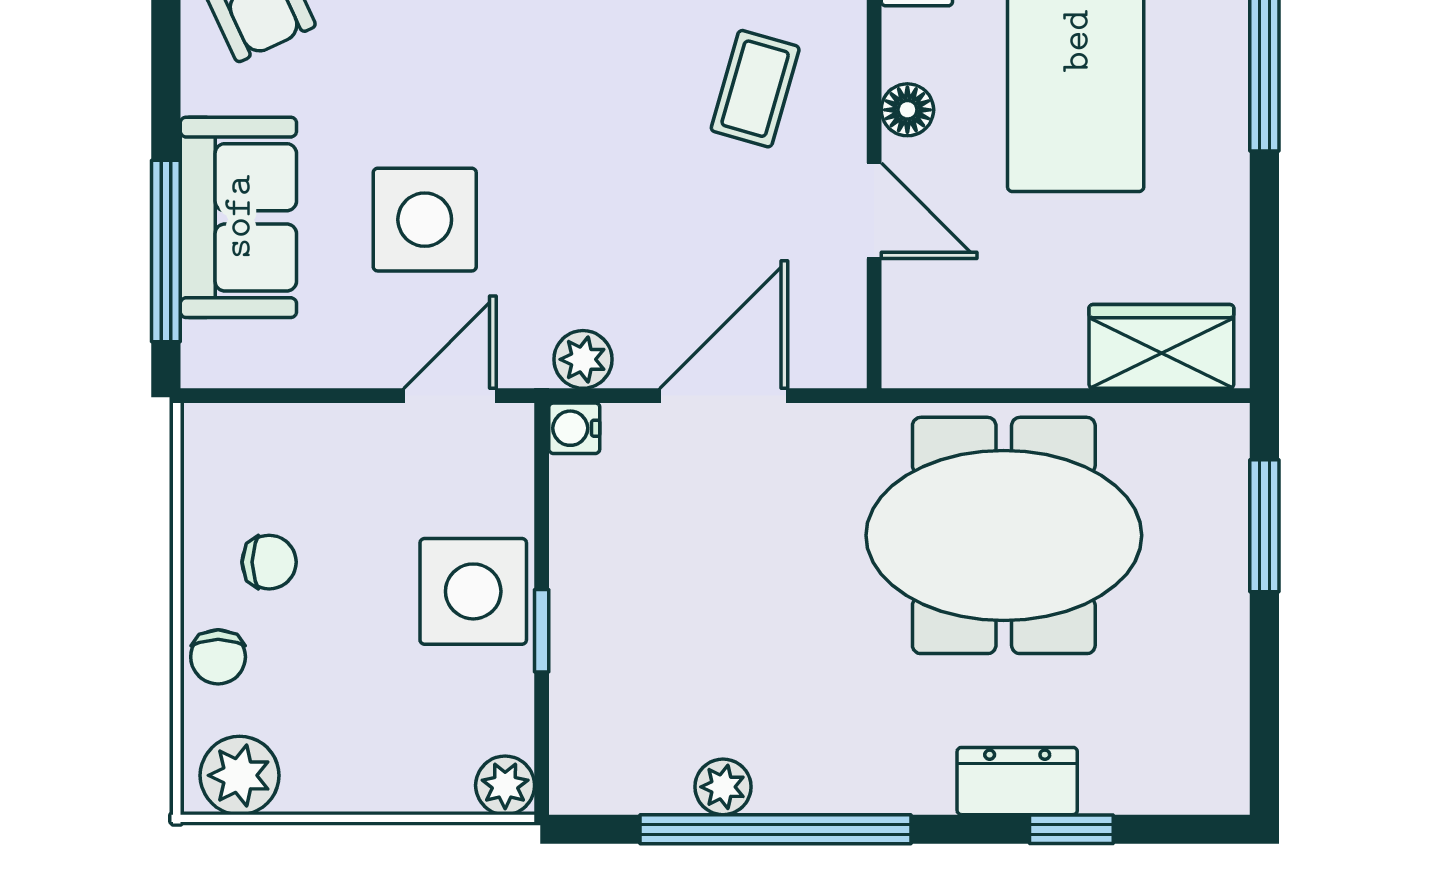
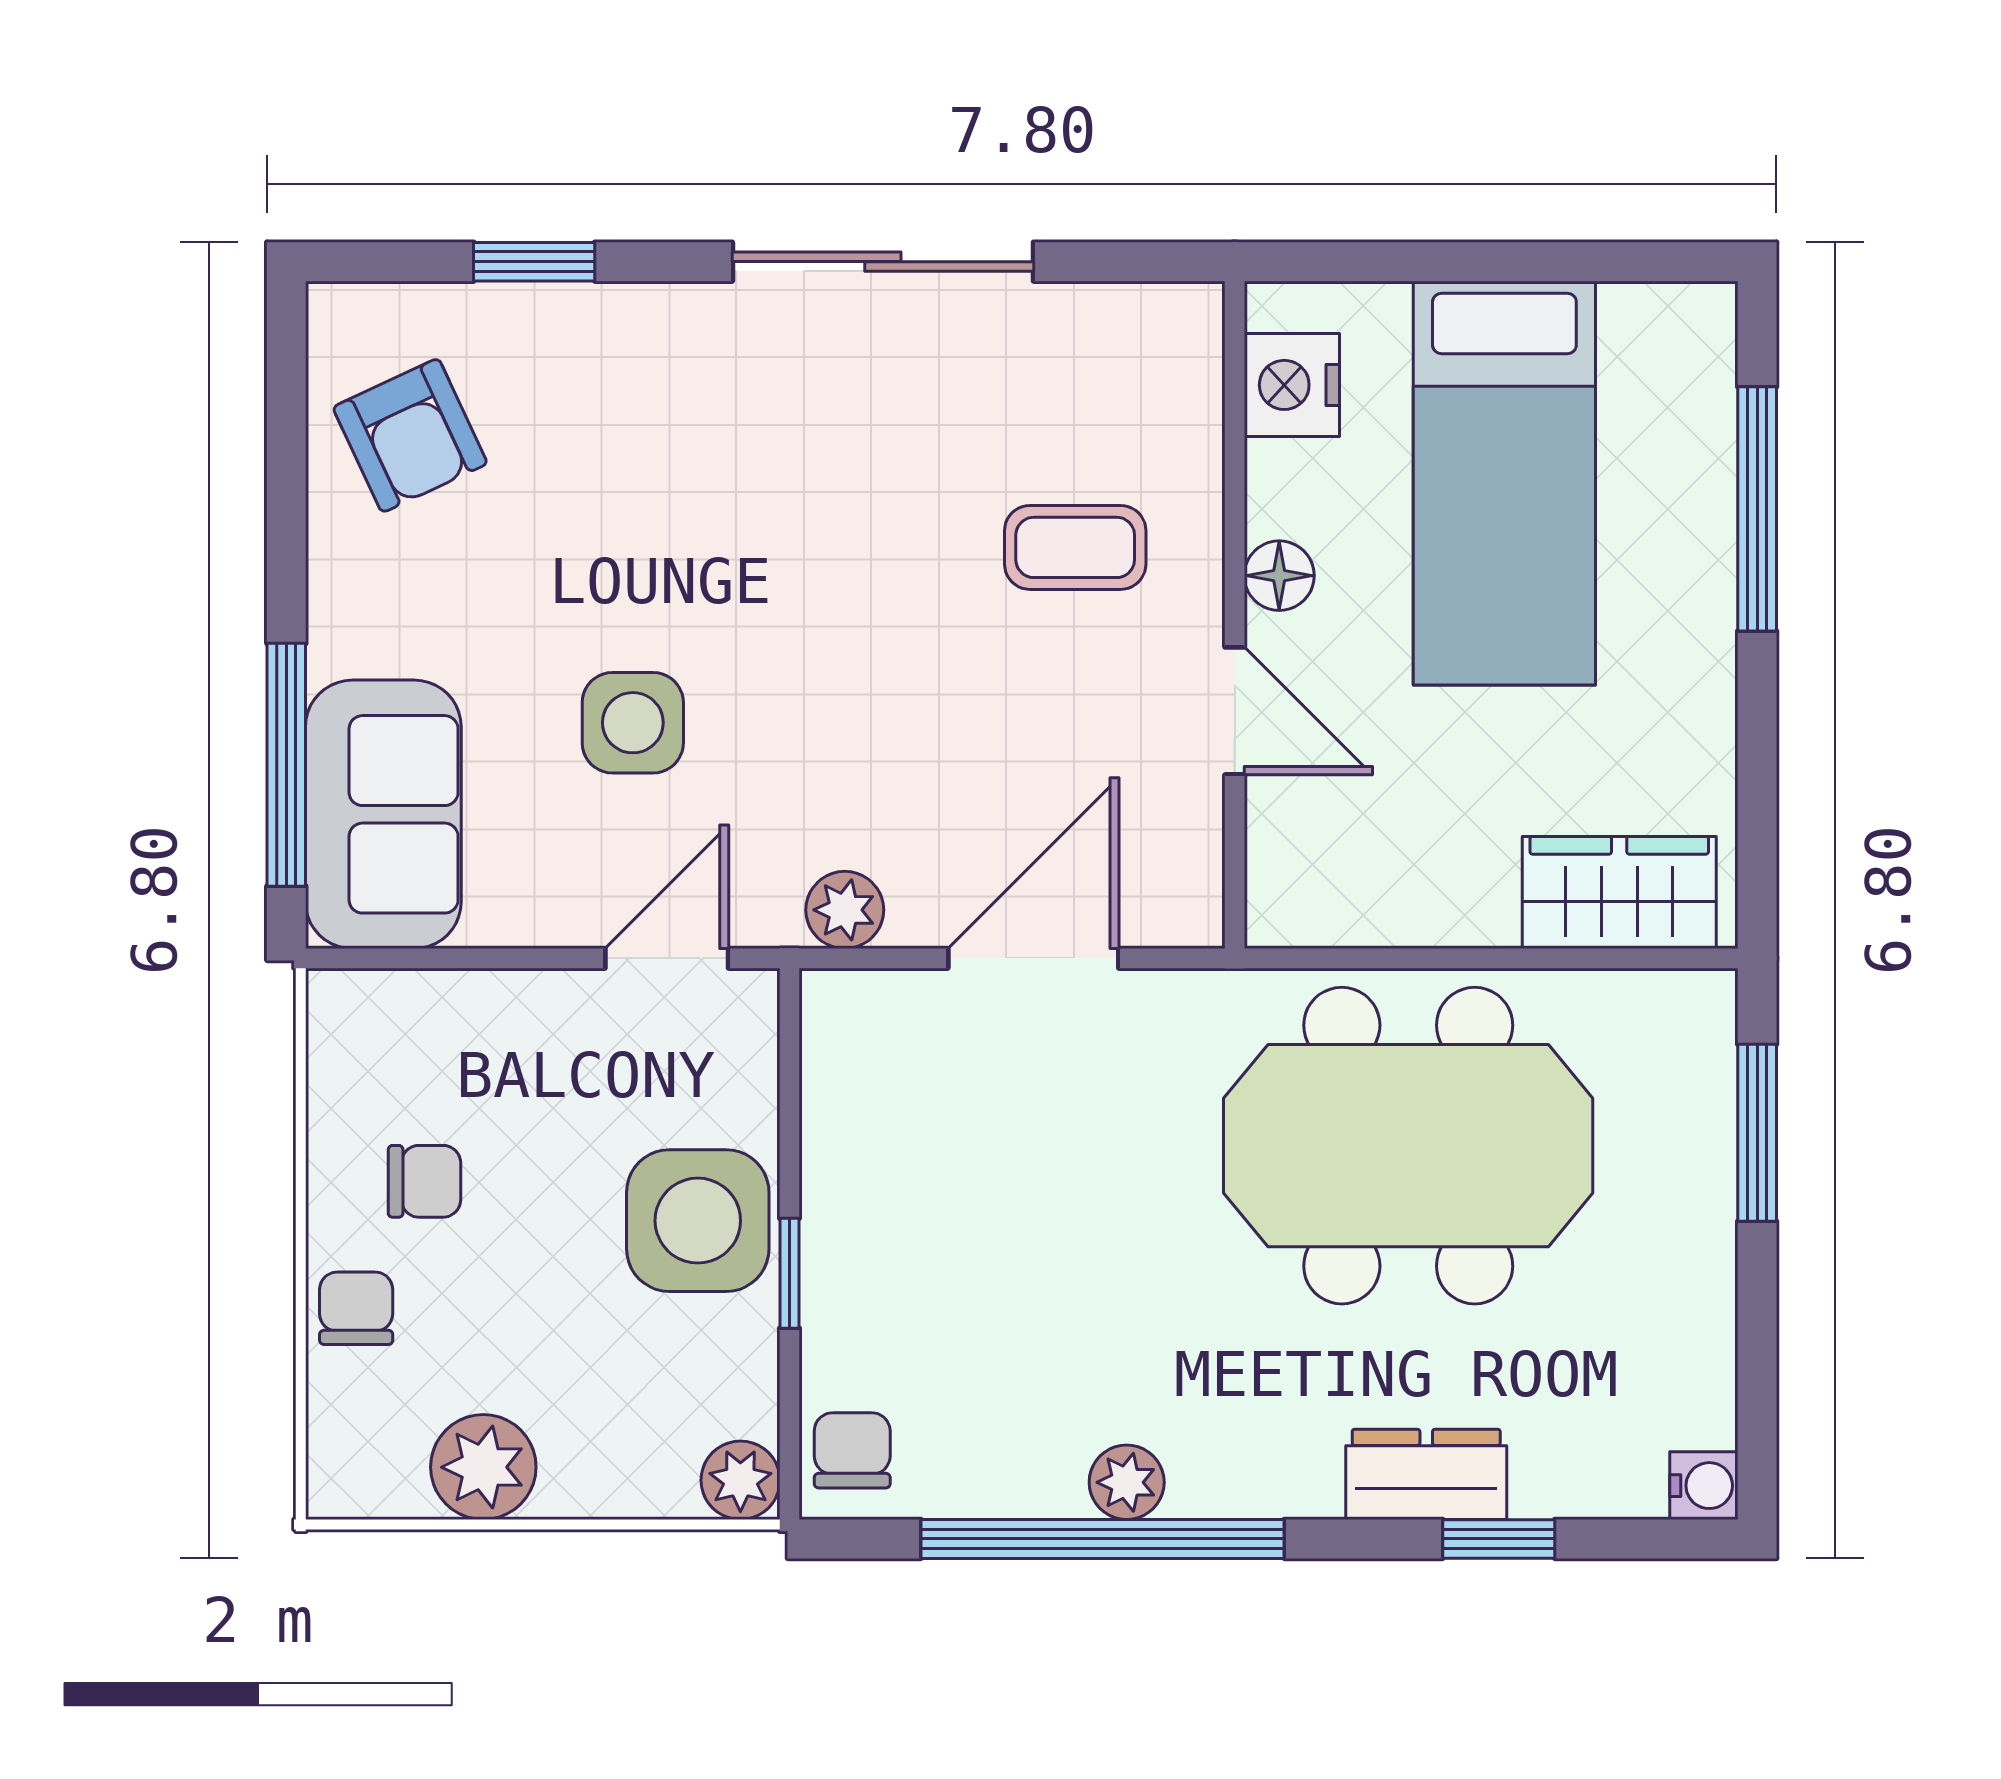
coffee table: (755, 89) -> (1075, 547), turned 74
sofa: (238, 217) -> (383, 814), moved
side table: (425, 220) -> (633, 723), width x0.73, depth x0.73
water cooler: (574, 428) -> (1704, 1486), moved, turned 180
chair: (218, 657) -> (356, 1308), turned 180
chair: (589, 763) -> (852, 1450), added
plant: (240, 775) -> (483, 1467), moved
plant: (723, 787) -> (1127, 1482), moved

